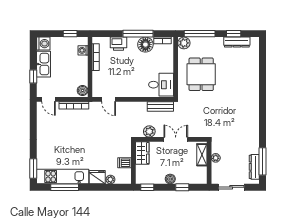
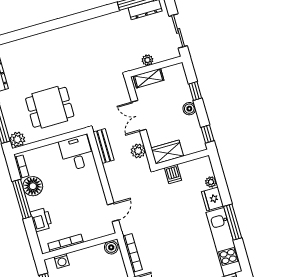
dishwasher: (125, 163) -> (173, 174), moved
window: (65, 187) -> (233, 222), moved

